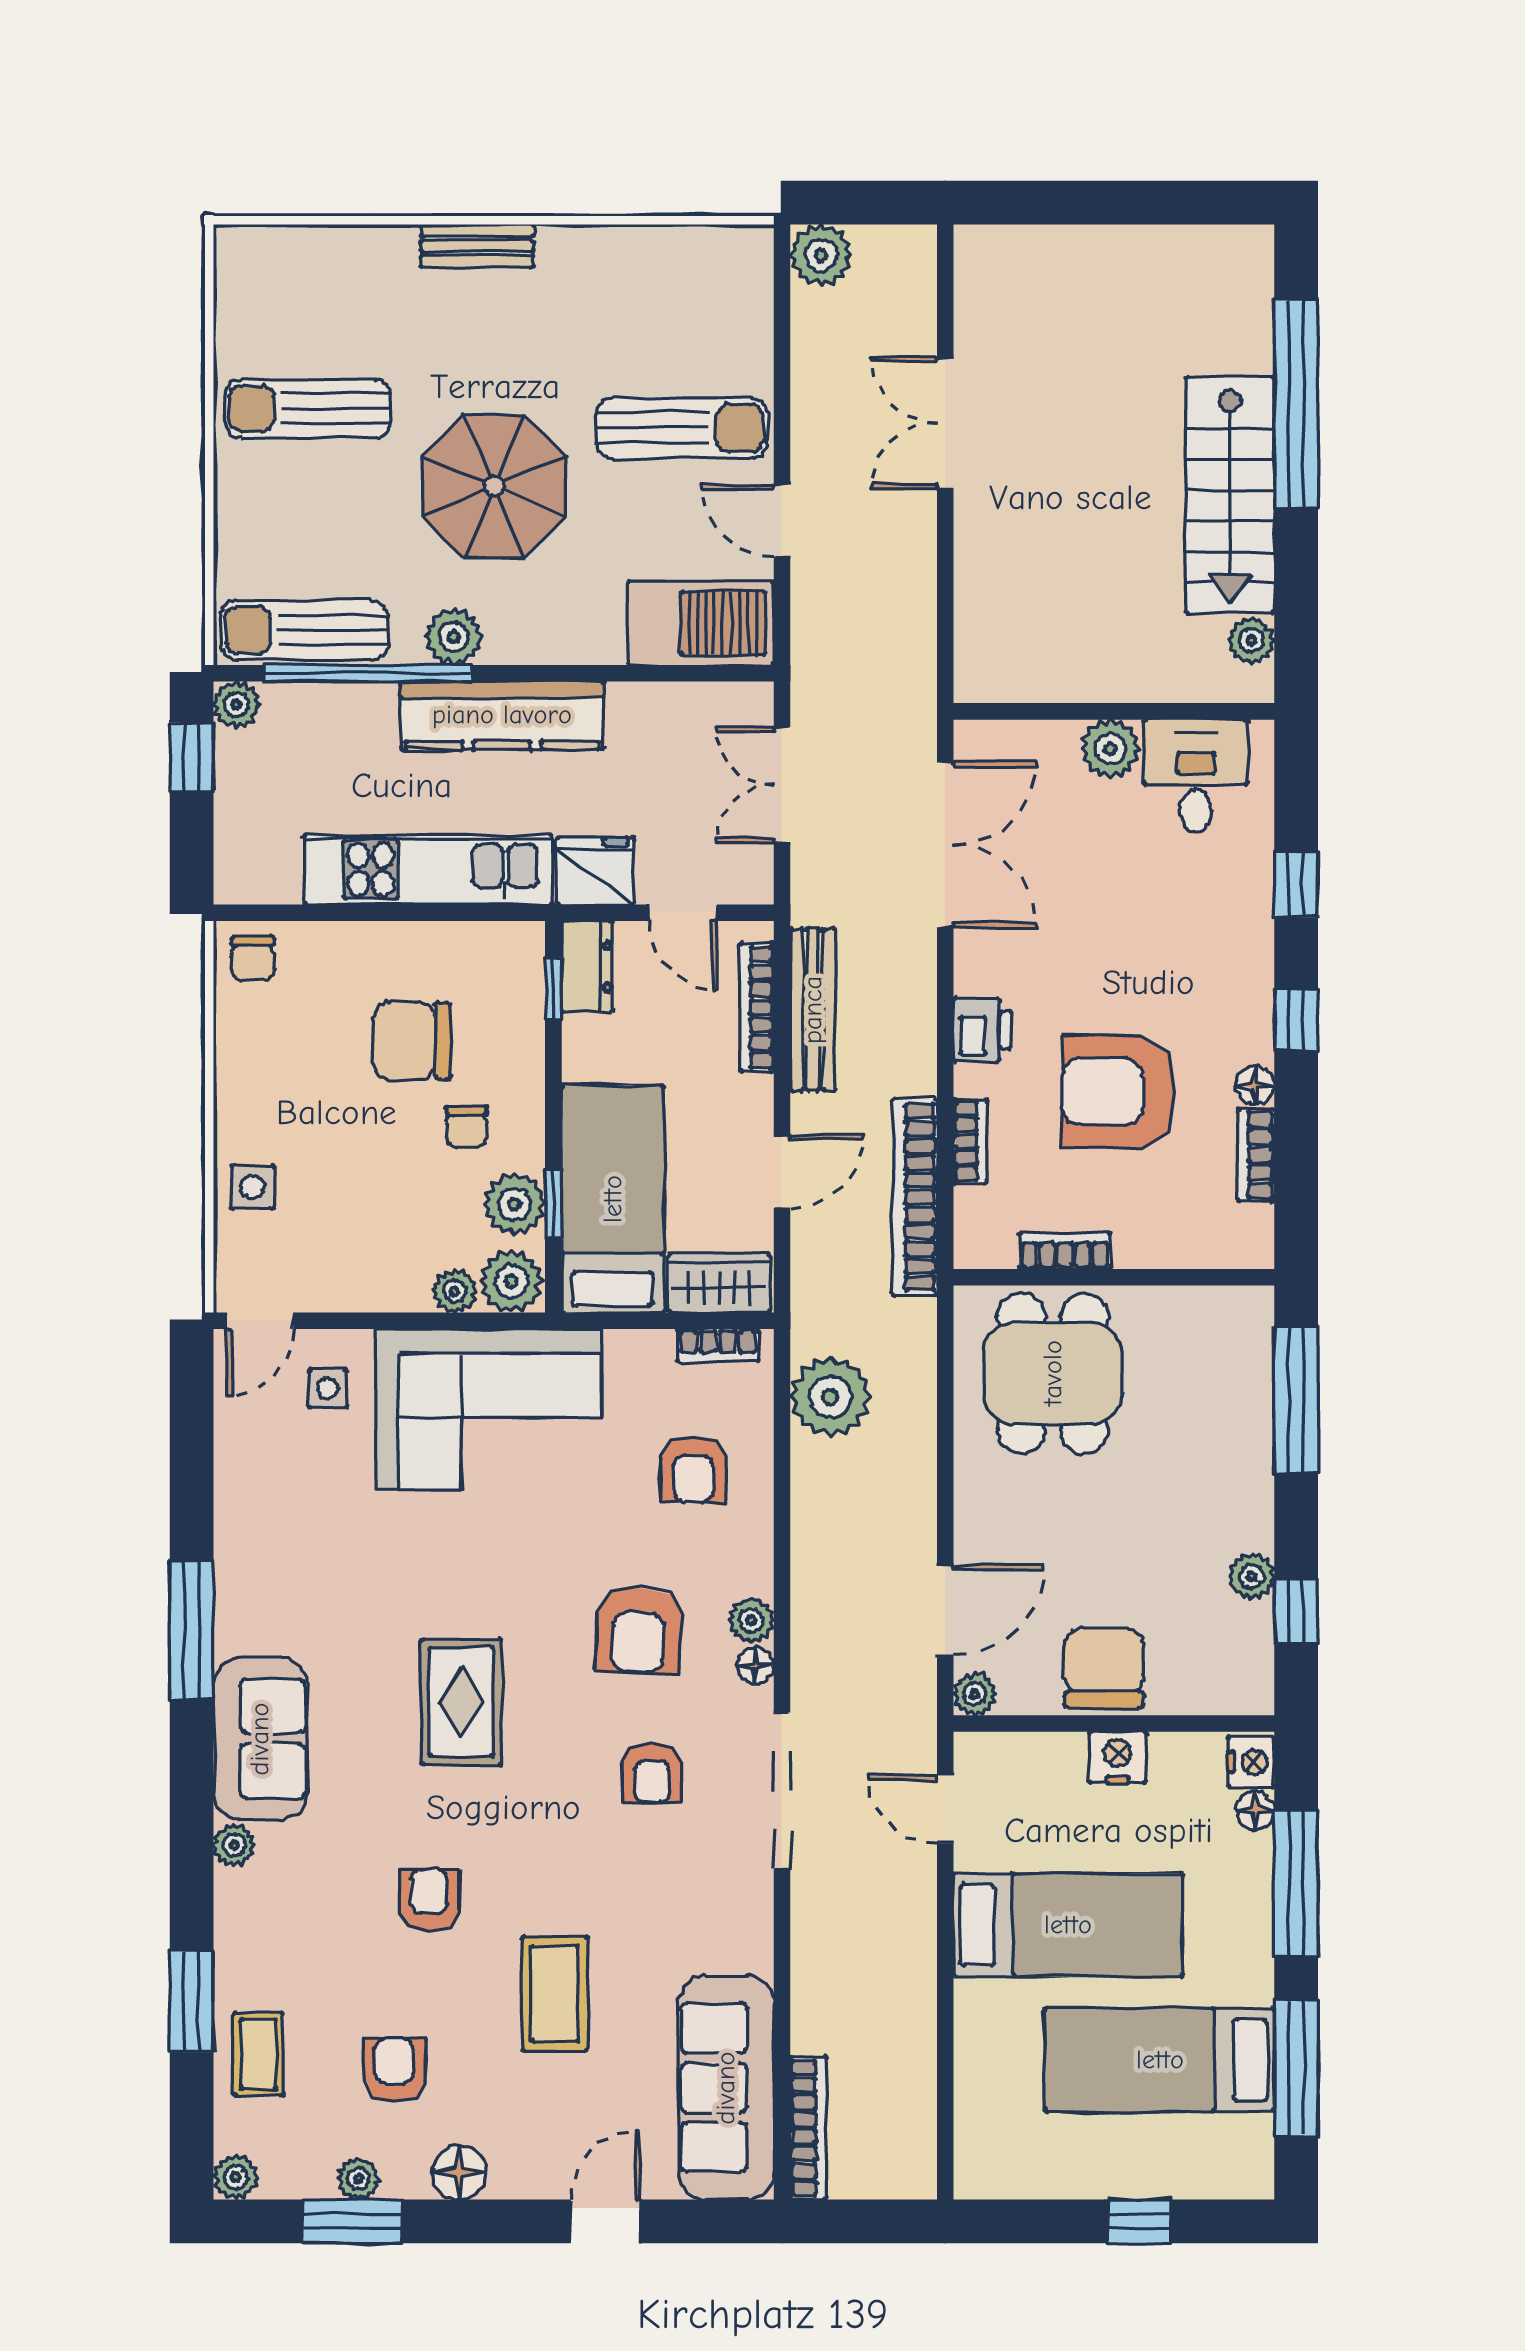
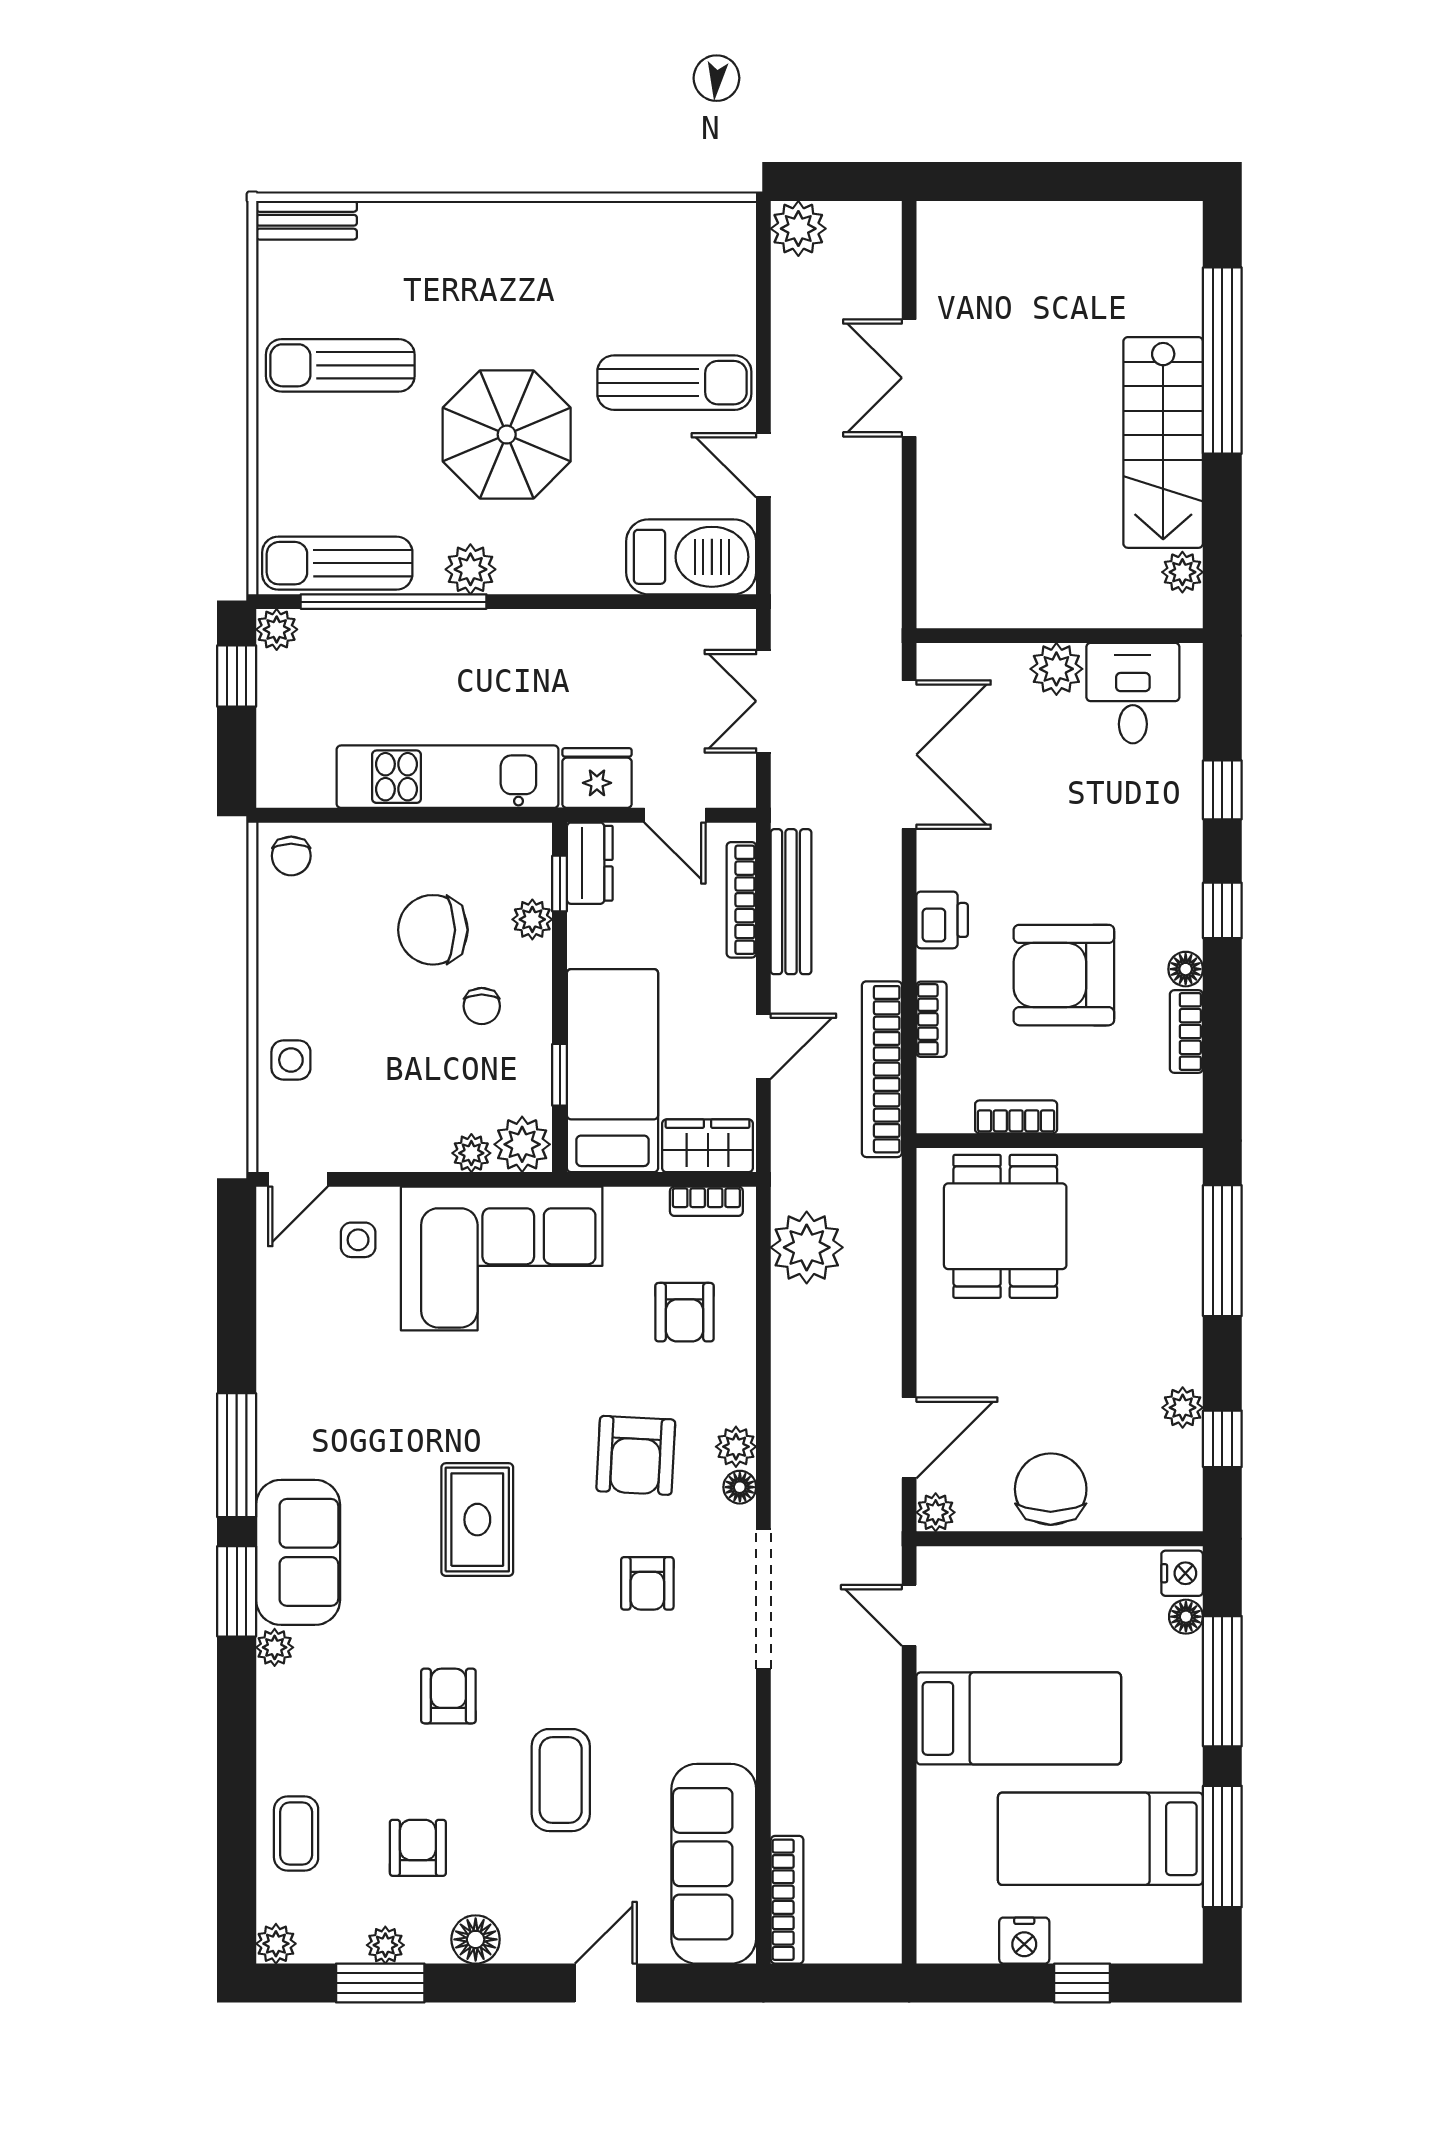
bench: (477, 246) -> (306, 220), moved
kitchen counter: (502, 715) -> (514, 639), removed
plant: (514, 1204) -> (532, 919), moved, width x0.73, depth x0.73
nightstand: (1118, 1757) -> (1024, 1941), moved, turned 180
window: (192, 2002) -> (237, 1591), moved

